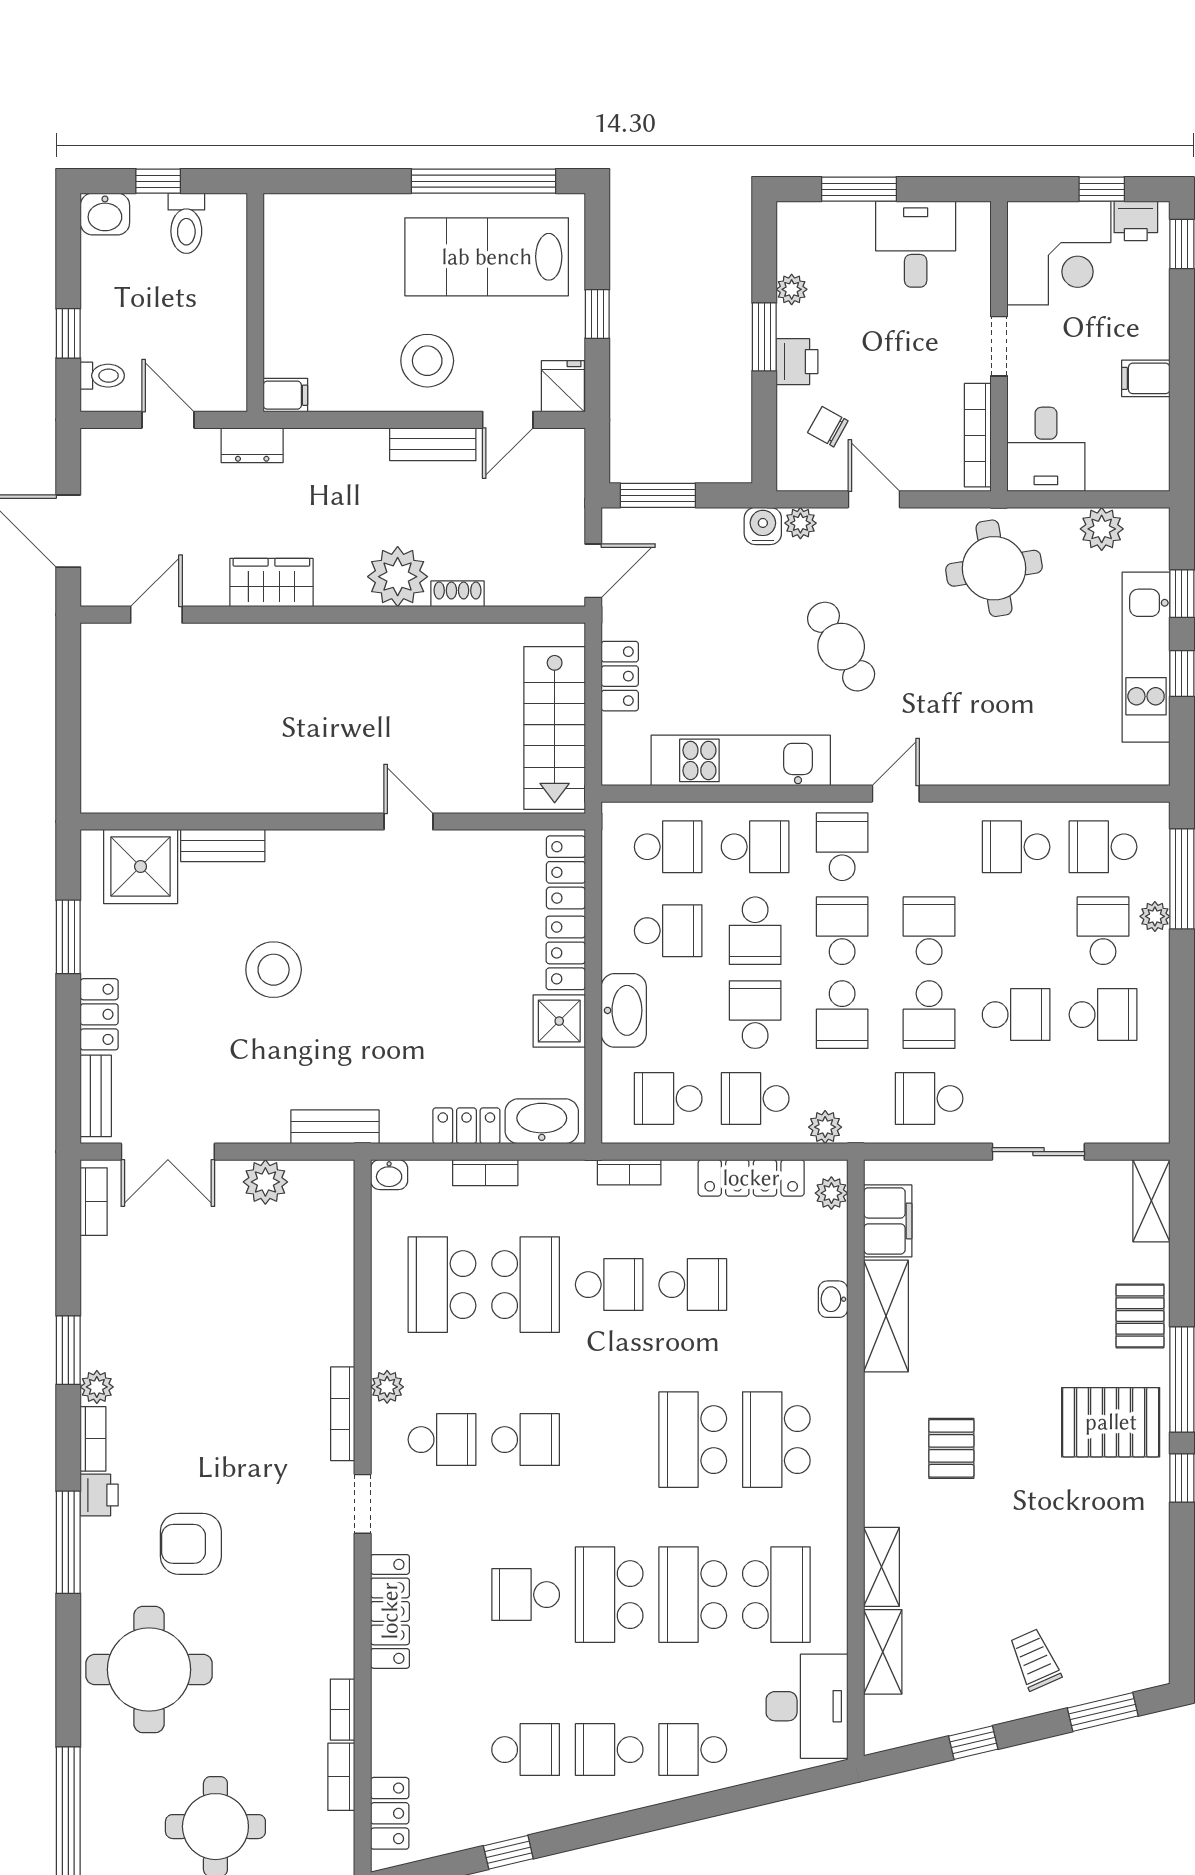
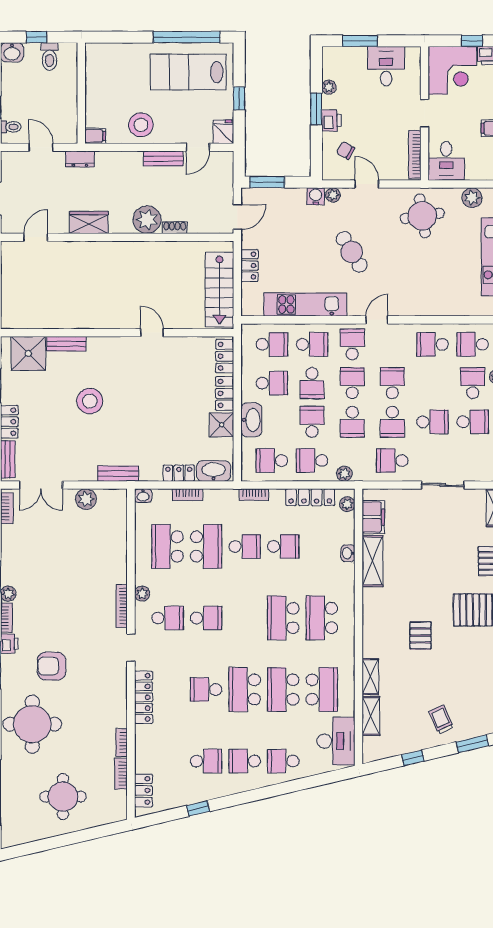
stool: (427, 361) -> (141, 125), moved
pallet: (951, 1448) -> (421, 635), moved

